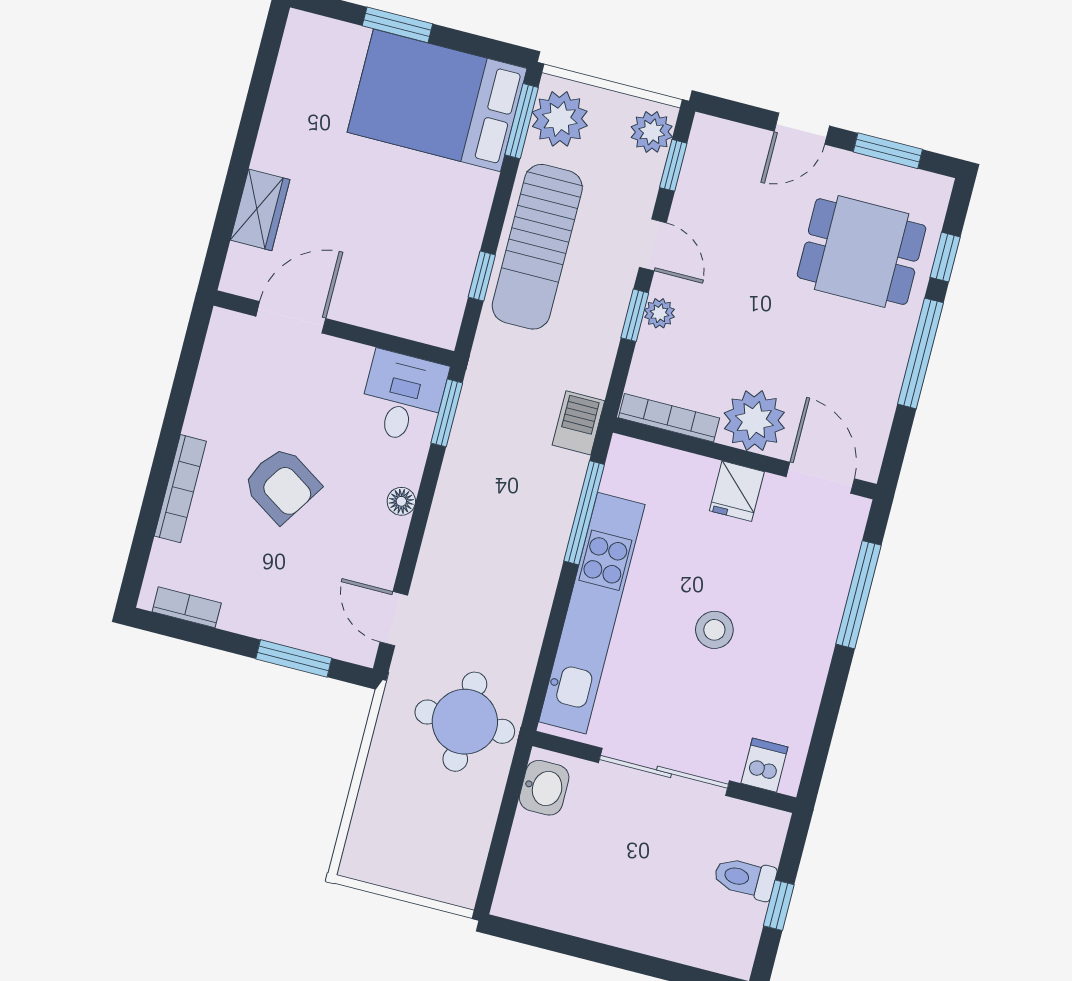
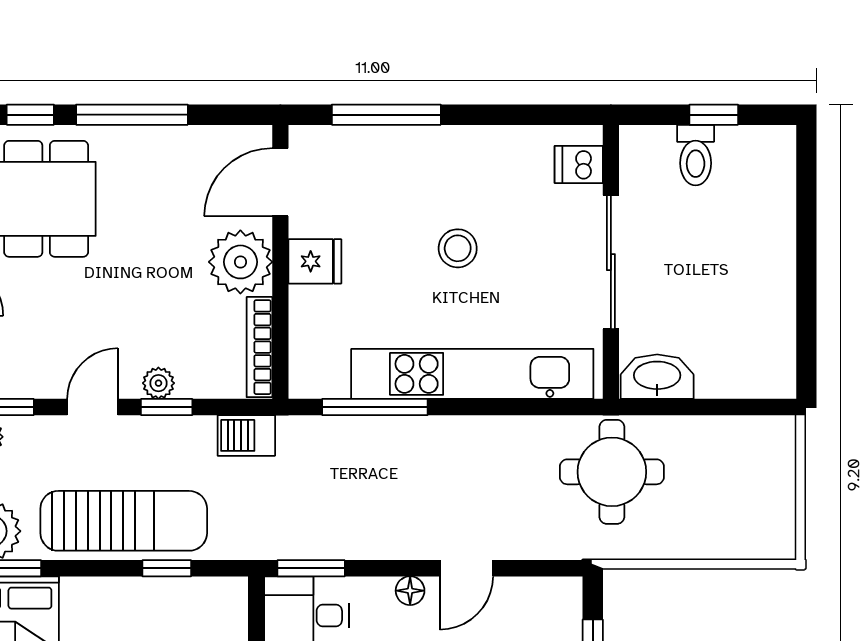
barbecue: (578, 423) -> (246, 435), moved
door: (394, 619) -> (466, 568), moved
washbasin: (544, 788) -> (657, 377), width x1.38

